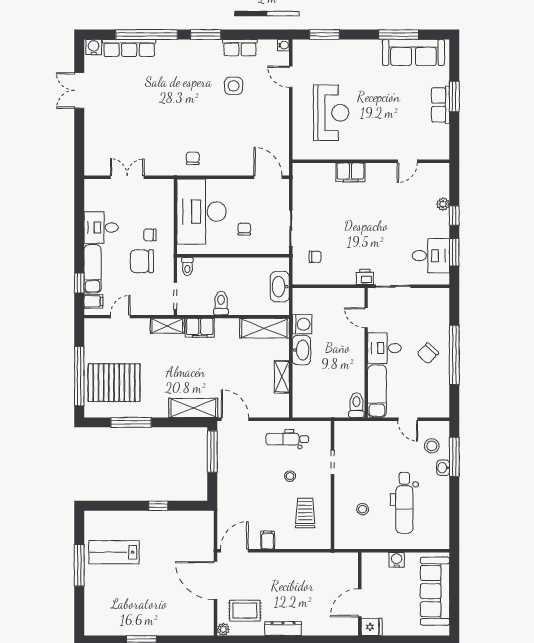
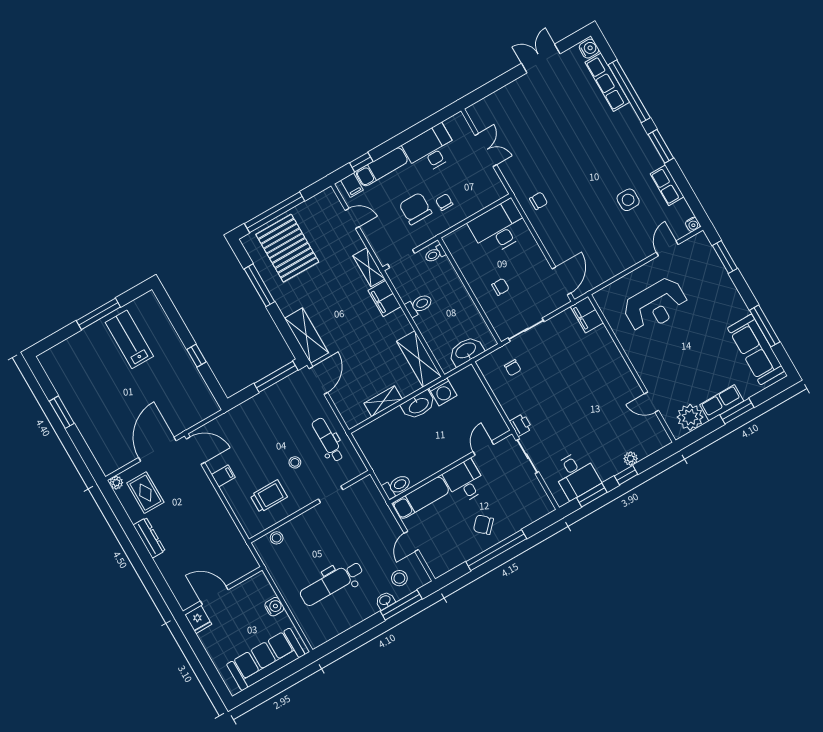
plant: (437, 137) -> (690, 417), added
filing cabinet: (350, 172) -> (587, 315), moved
desk: (201, 212) -> (499, 228), width x0.73, depth x0.77
desk: (101, 227) -> (430, 149), width x1.37
stool: (363, 509) -> (277, 538), moved

